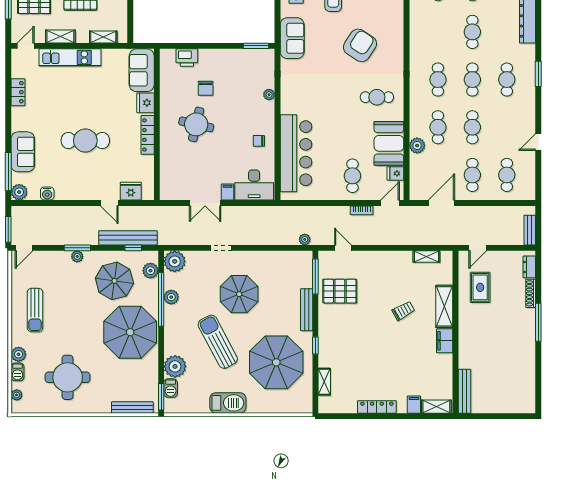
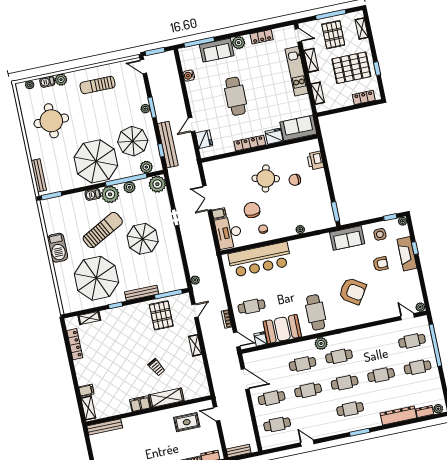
cafe table: (377, 97) -> (316, 312), width x1.37, depth x1.35
plant: (417, 146) -> (321, 343), moved
chair: (232, 150) -> (252, 210), added
plant: (19, 192) -> (239, 43), moved
shelving: (426, 257) -> (195, 345), moved
plant: (175, 366) -> (110, 194), moved
barbecue: (171, 388) -> (93, 194), moved
locker: (377, 407) -> (75, 344), moved

